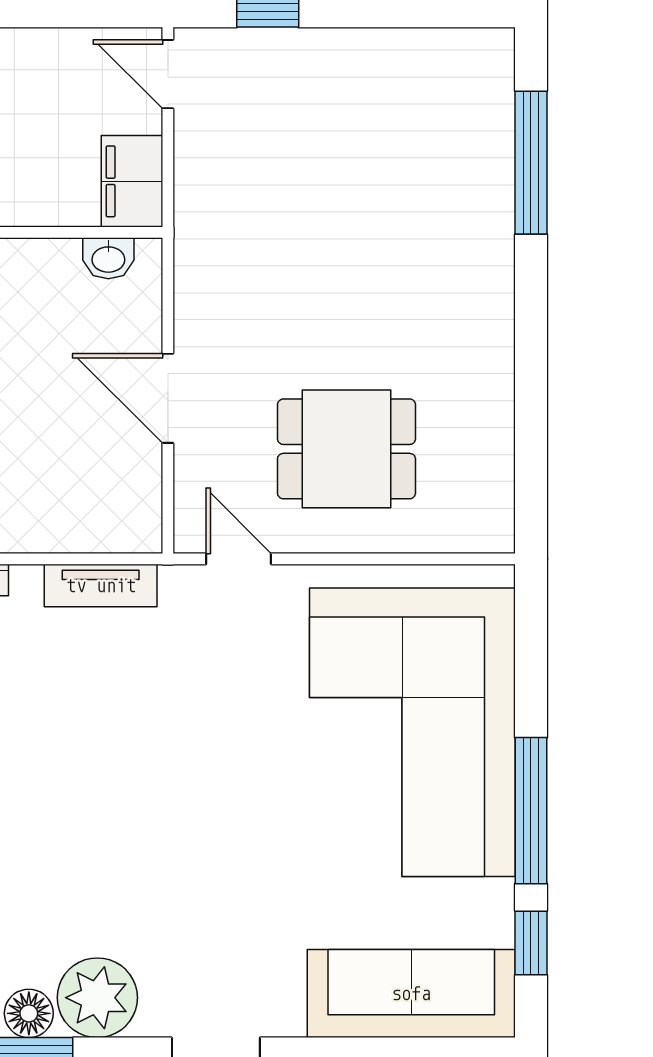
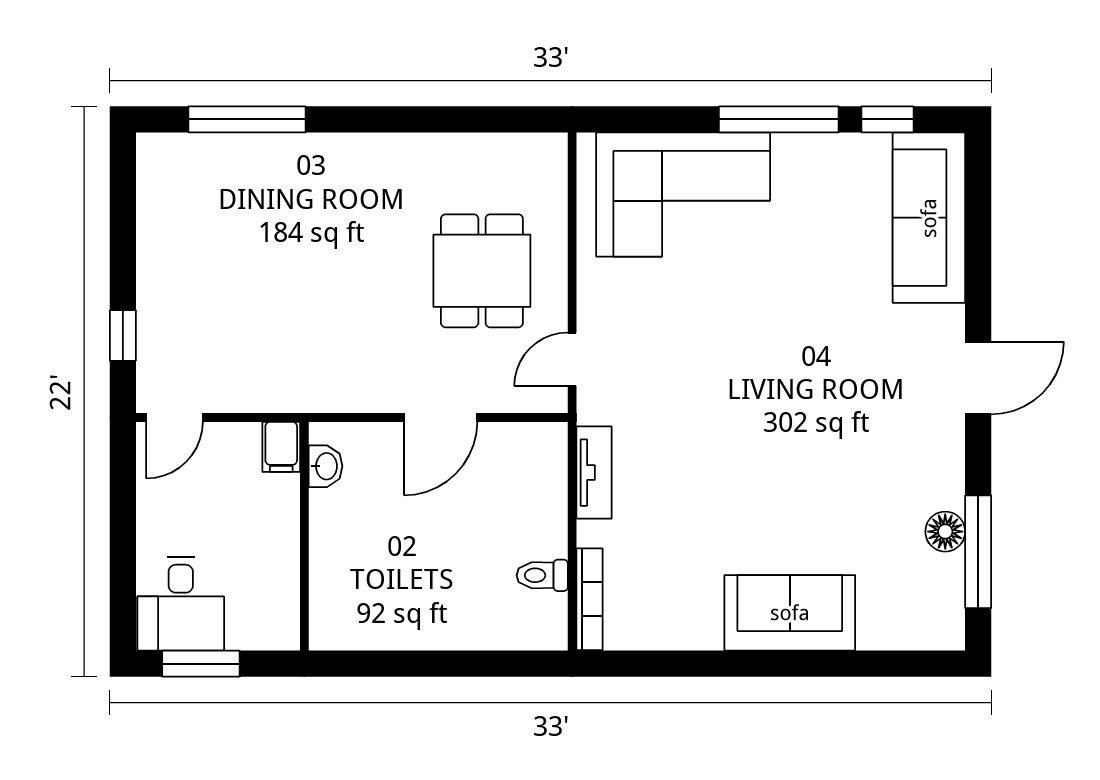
filing cabinet: (132, 181) -> (281, 447), width x0.50
corner sofa: (412, 732) -> (683, 194), width x0.73, depth x0.74
plant: (97, 998) -> (932, 475), removed

